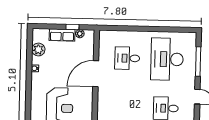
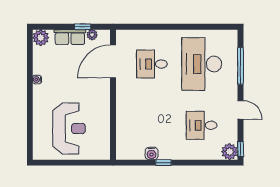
plant: (38, 50) -> (41, 38), moved
door: (96, 74) -> (113, 61), moved

